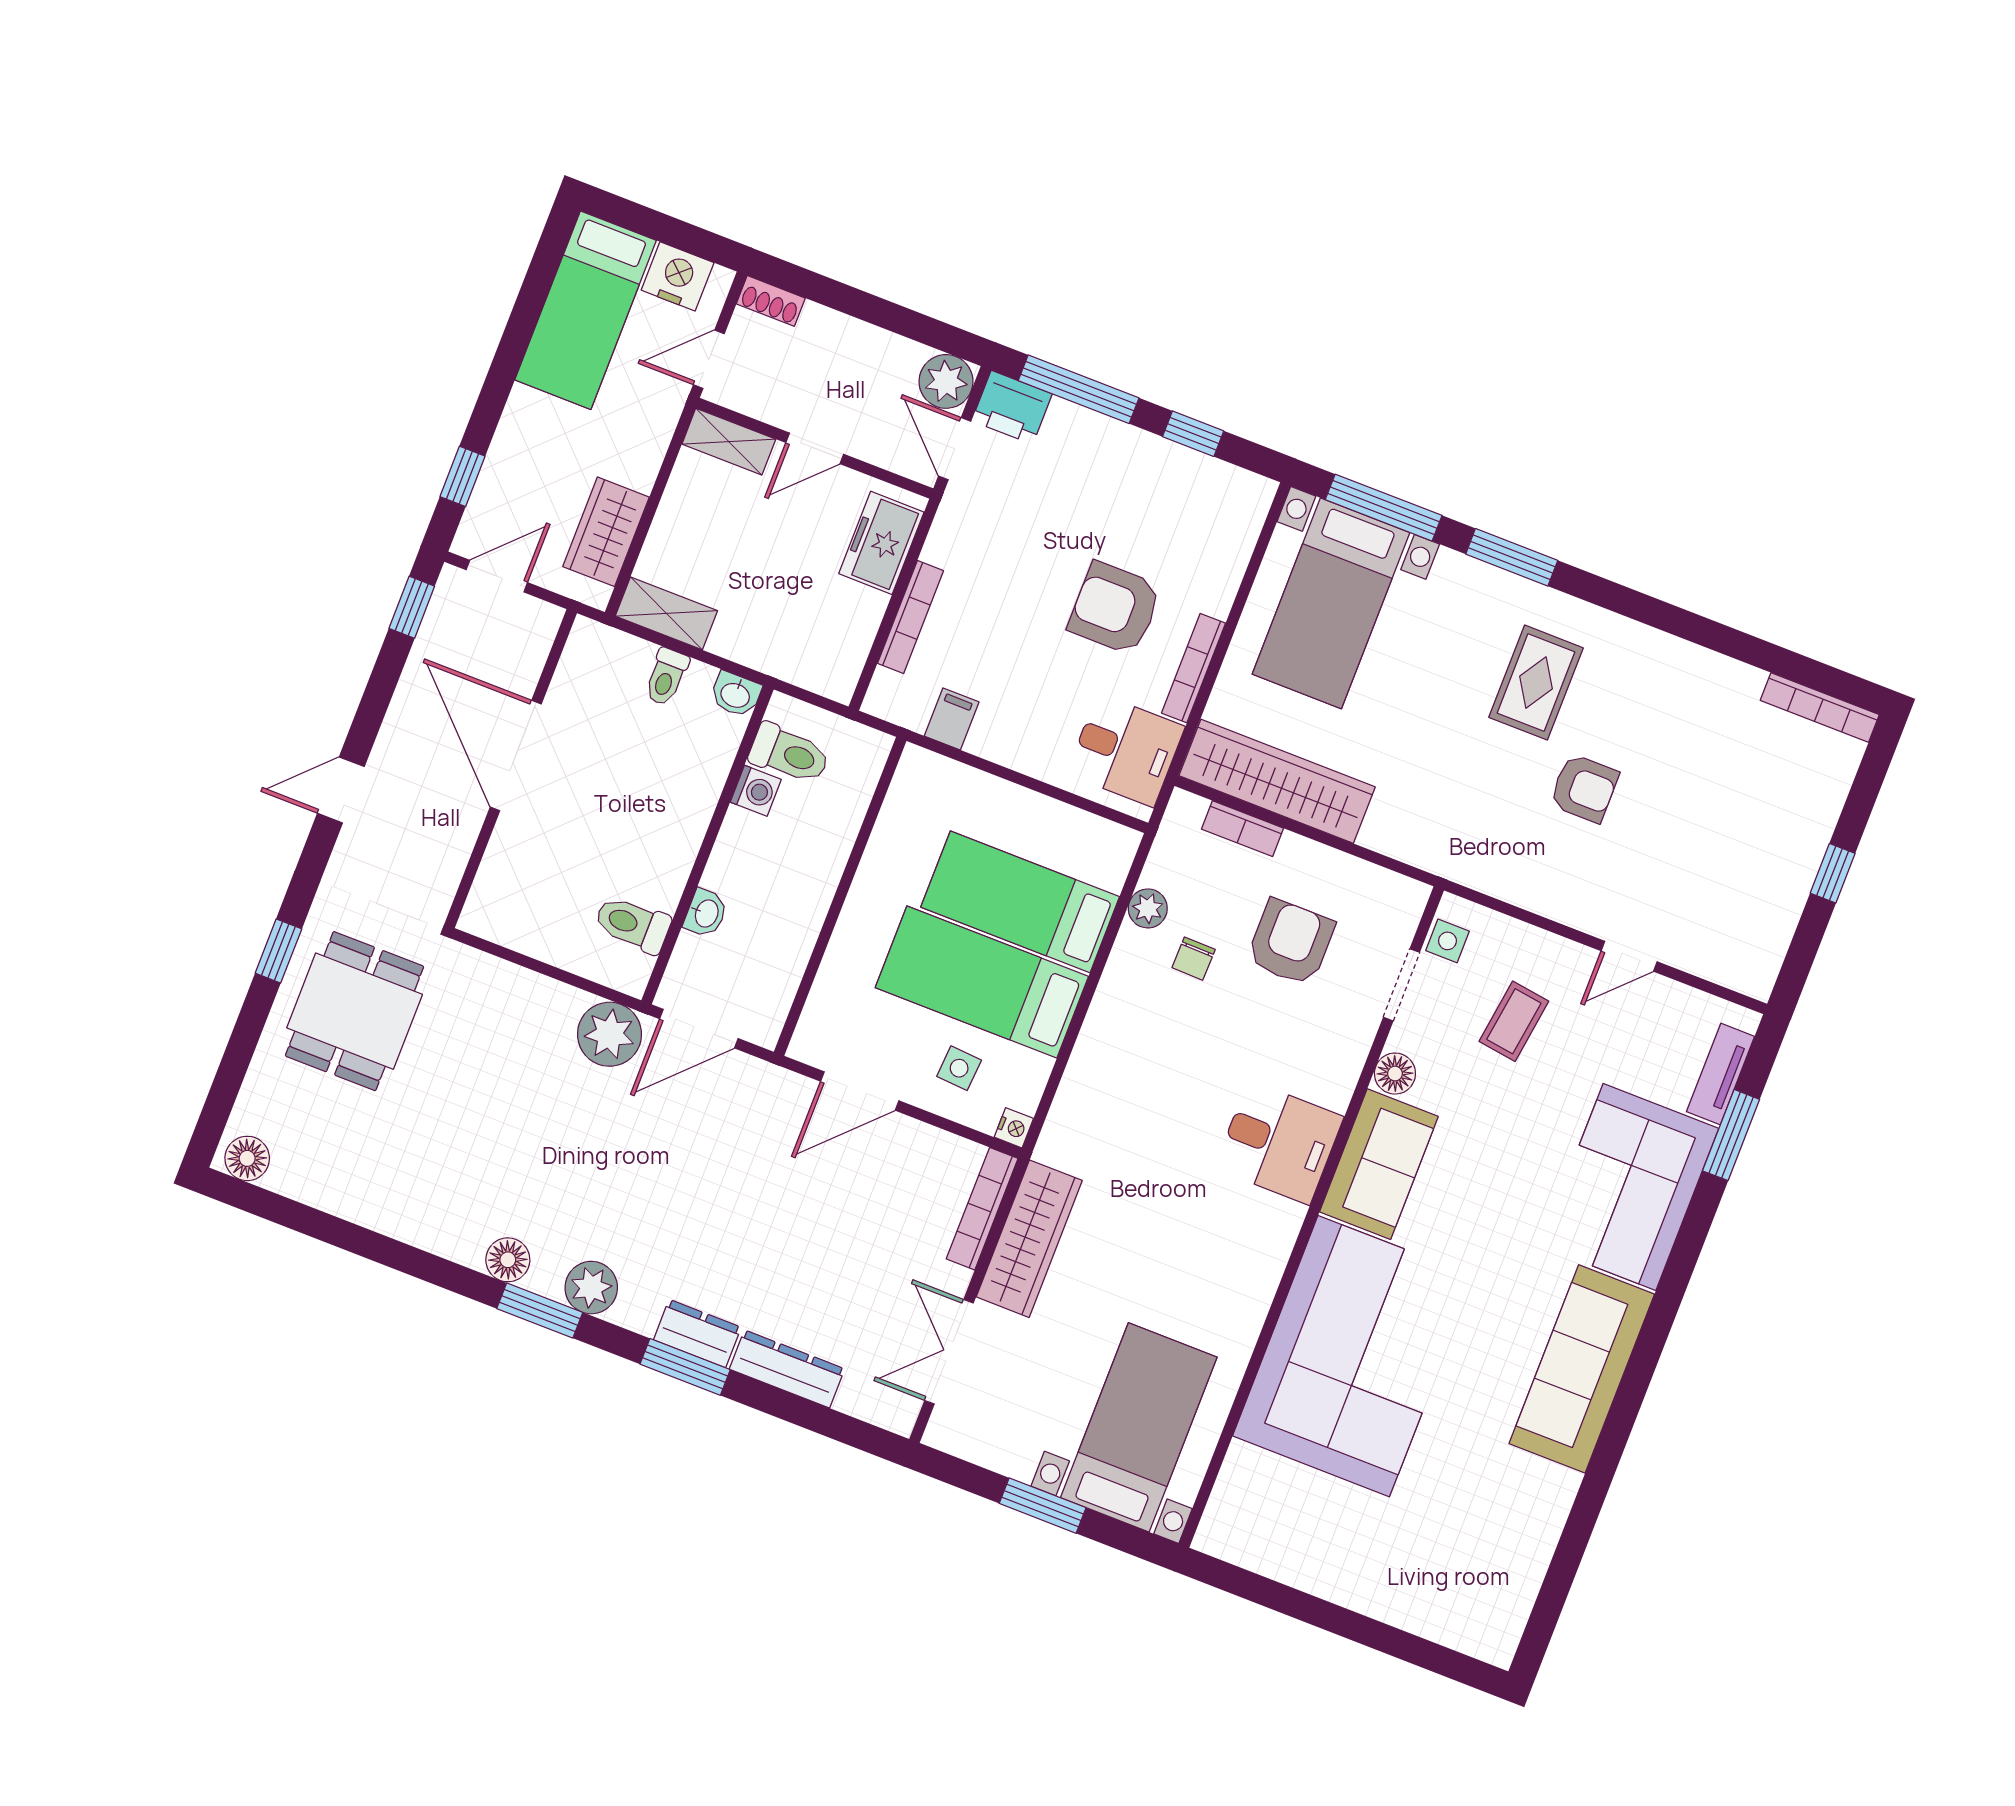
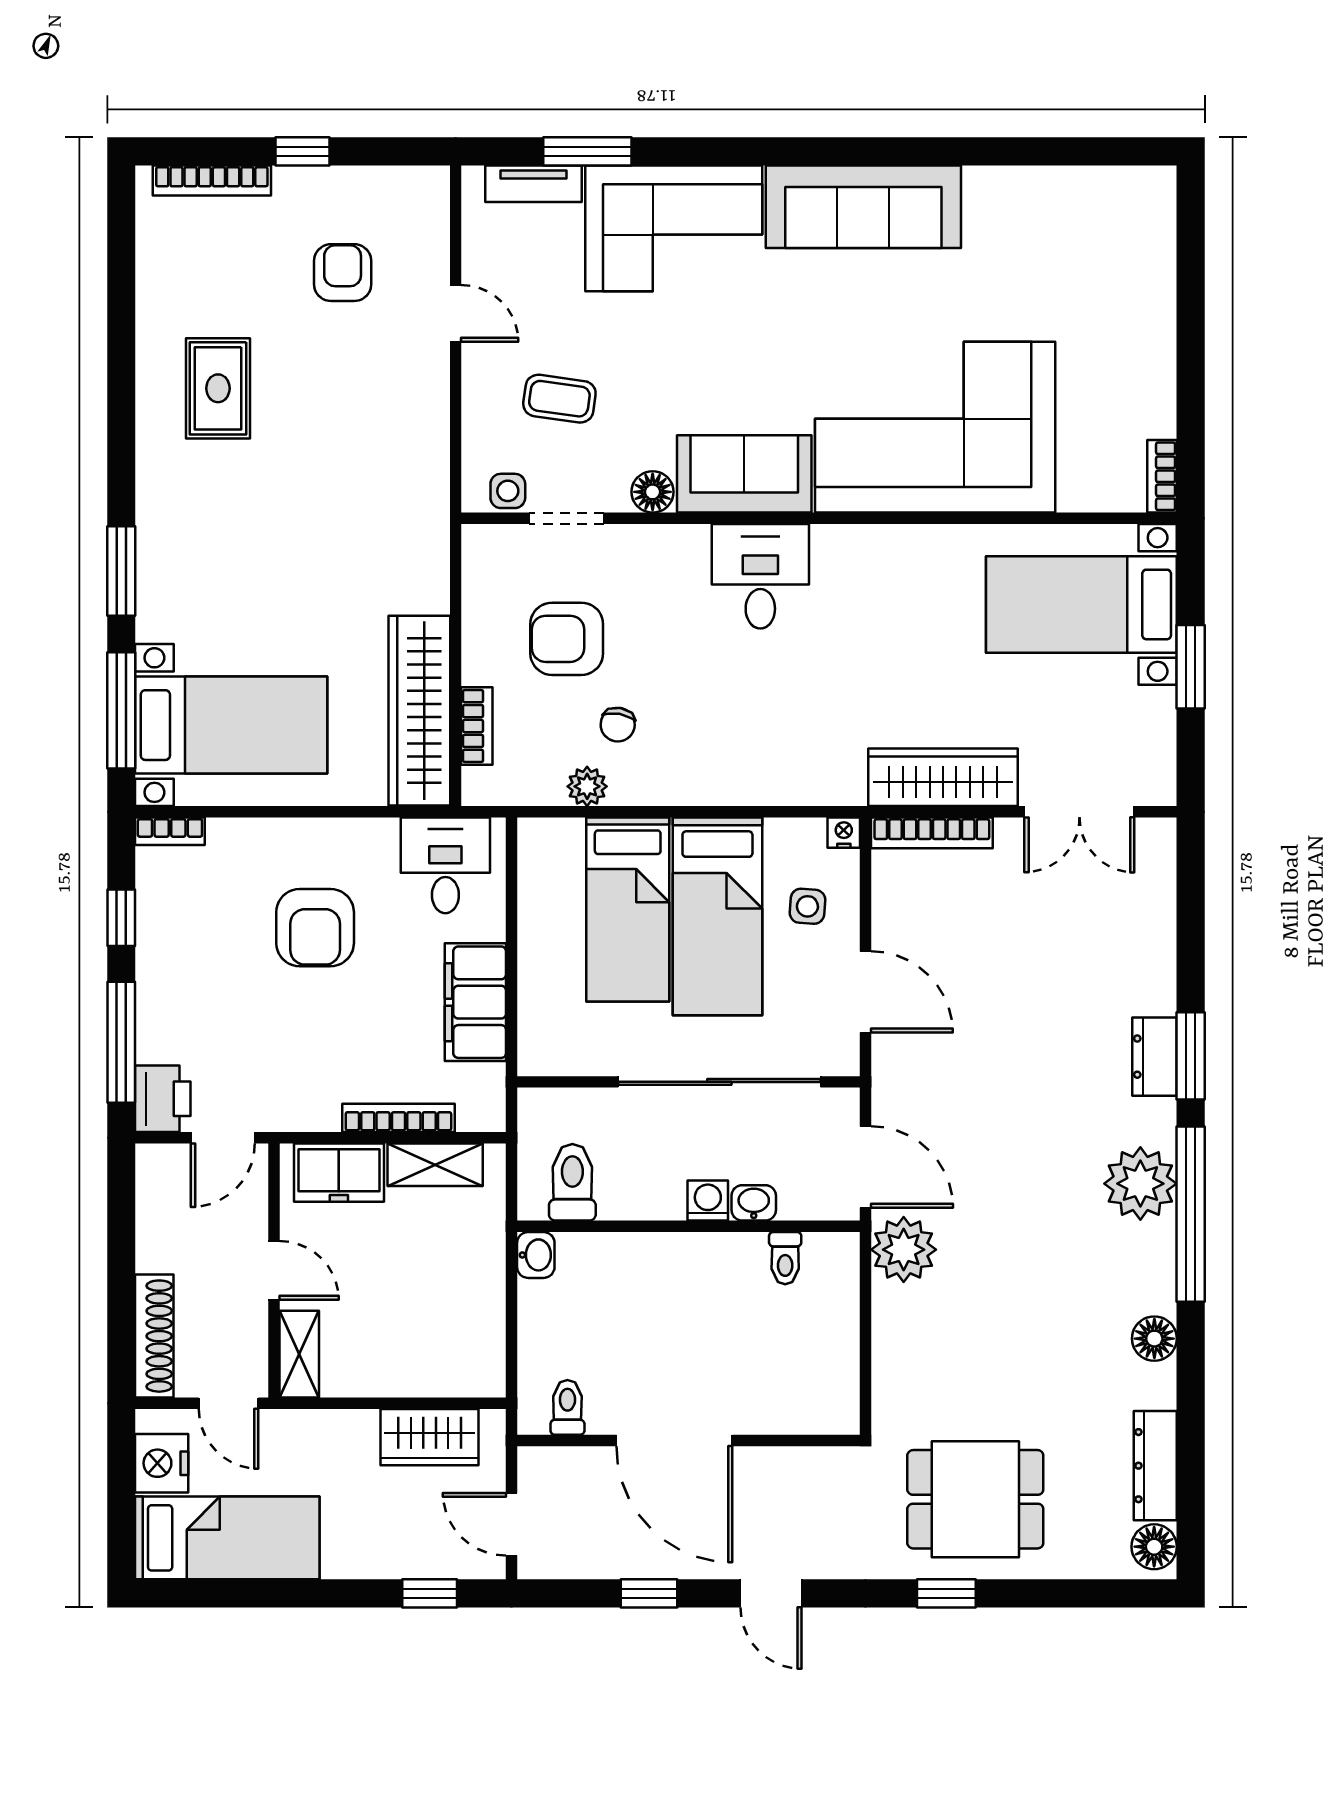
shoe rack: (771, 301) -> (154, 1336), width x1.94, depth x1.24
plant: (946, 381) -> (163, 1171), removed
window: (412, 607) -> (649, 1593), moved
shelving: (666, 613) -> (435, 1165), moved, turned 90
bookcase: (1194, 668) -> (170, 831), moved, width x0.64
toilet: (666, 677) -> (567, 1407), moved, turned -90
rug: (1536, 683) -> (218, 388), moved, turned 90
bookcase: (1820, 708) -> (212, 180), moved, turned 90
filing cabinet: (952, 719) -> (475, 1002), width x3.00, depth x1.17
door: (516, 755) -> (674, 1441), hinge flipped
armchair: (1584, 788) -> (343, 273), moved
washing machine: (756, 791) -> (708, 1201), moved
toilet: (632, 924) -> (785, 1258), width x0.73, depth x0.72
sliding door: (829, 925) -> (719, 1082), added
chair: (1194, 959) -> (618, 725), turned 99
floor lamp: (508, 1260) -> (1154, 1339), moved
plant: (591, 1288) -> (1140, 1184), width x1.36, depth x1.36
window: (540, 1311) -> (1191, 1214), width x2.11
dresser: (787, 1369) -> (1155, 1466), moved
bookcase: (1228, 1547) -> (1162, 476), added

